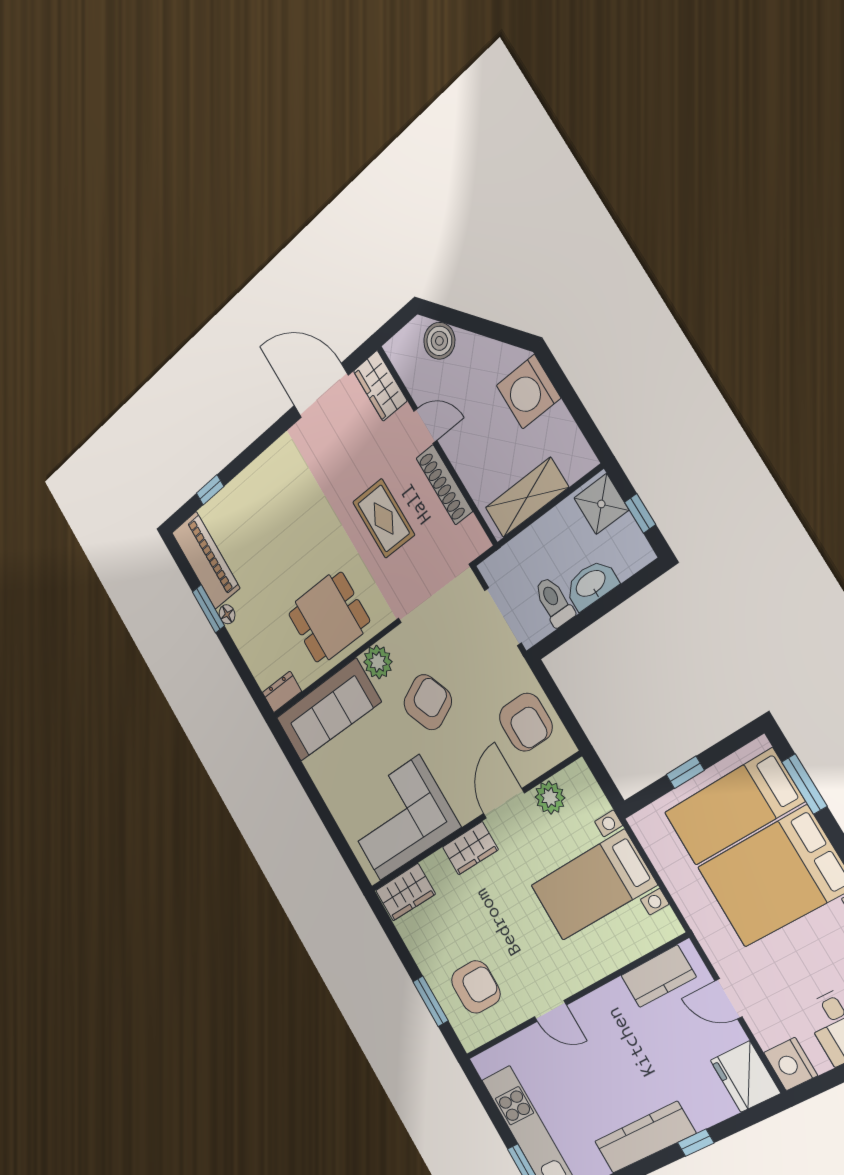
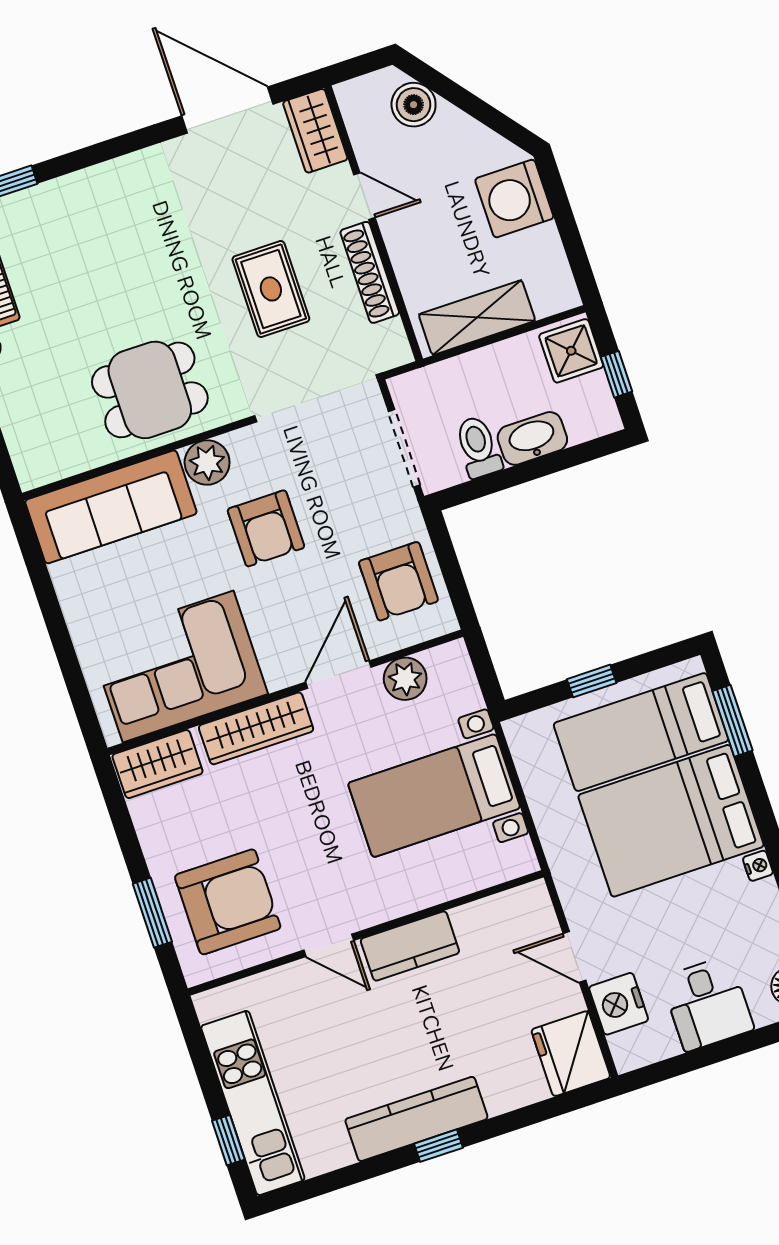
dresser: (282, 692) -> (44, 468), removed
armchair: (428, 702) -> (266, 528), turned 114
wardrobe: (470, 848) -> (256, 728), width x1.50
kitchen counter: (658, 976) -> (410, 946), moved
armchair: (476, 987) -> (228, 902), width x1.36, depth x1.36
nightstand: (791, 1064) -> (619, 1004), moved
window: (696, 1143) -> (439, 1146), moved

